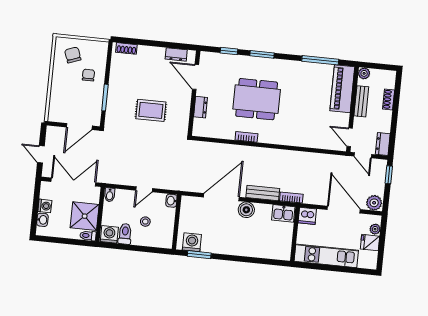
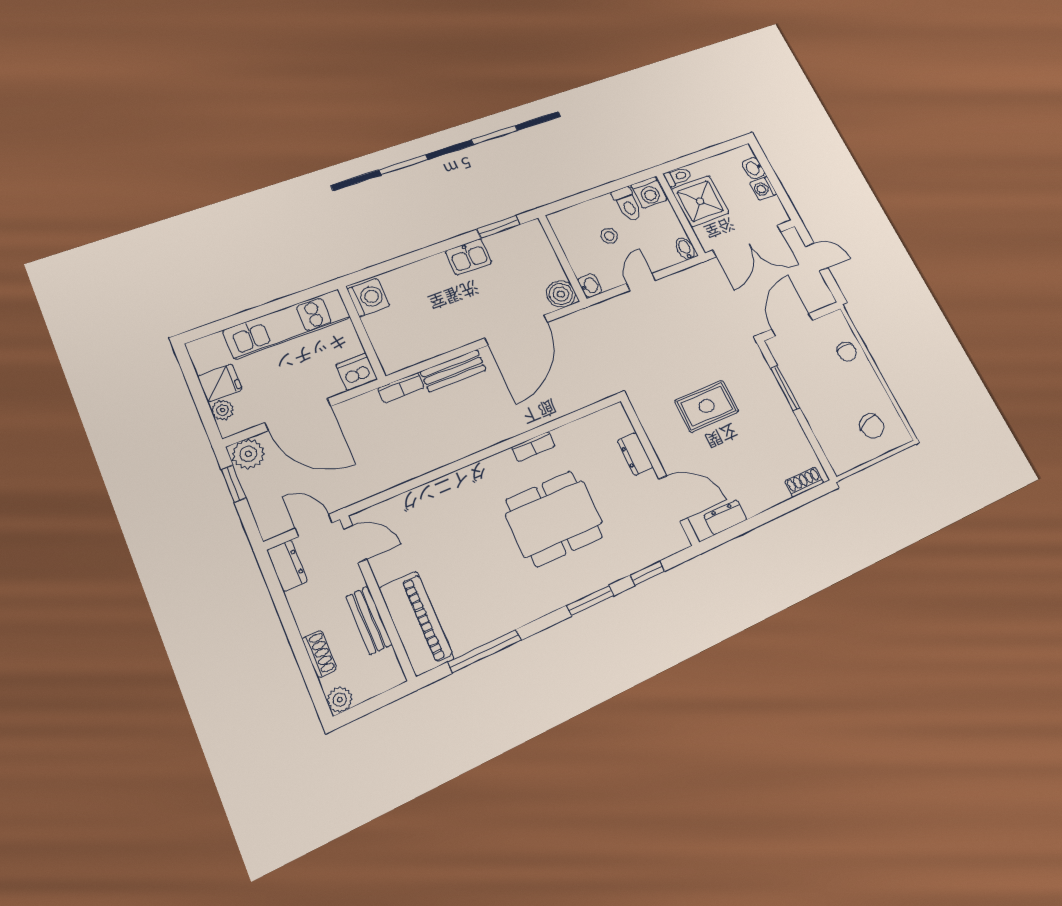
plant: (364, 73) -> (340, 700), moved
chair: (88, 75) -> (847, 352), moved
window: (389, 175) -> (233, 484), moved
boiler: (246, 210) -> (561, 294), moved
kitchen sink: (283, 213) -> (469, 257), moved, turned 180
washing machine: (192, 242) -> (368, 297), moved, turned -90

